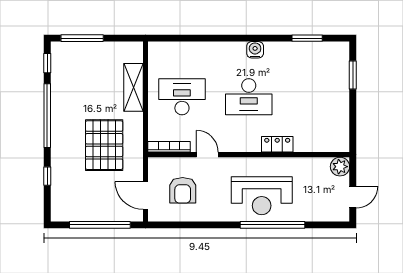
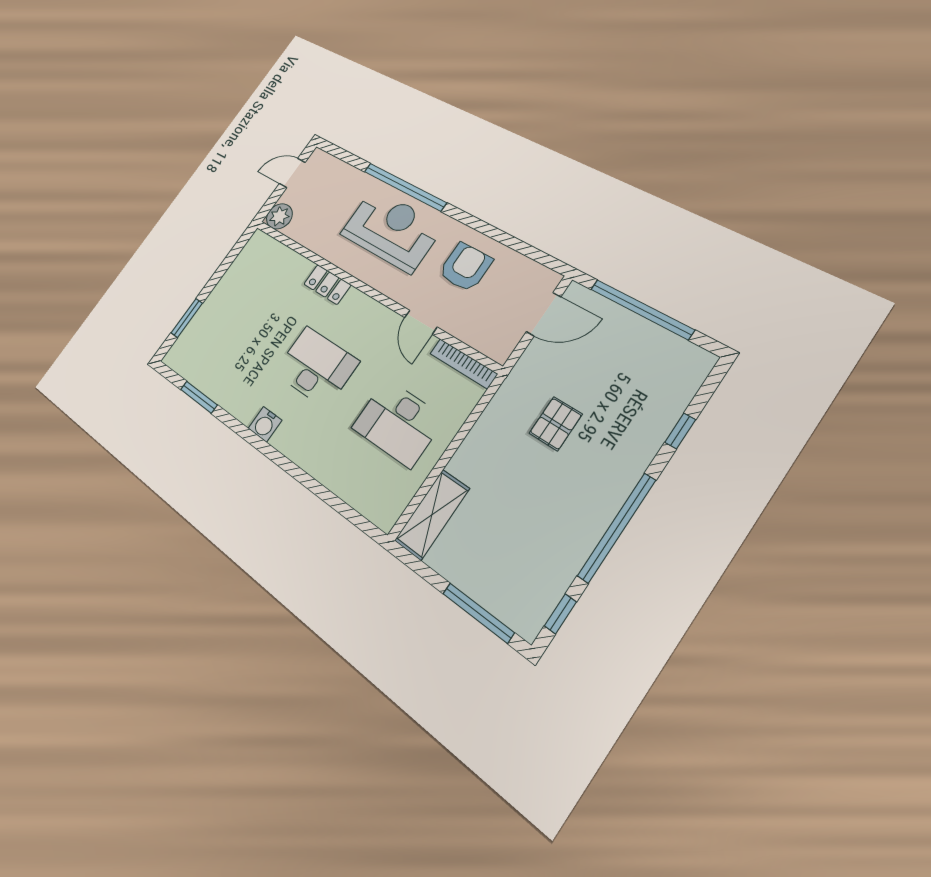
shelving: (133, 87) -> (432, 515), moved
pallet: (104, 145) -> (556, 424), width x0.49, depth x0.50
armchair: (183, 190) -> (465, 267), moved
door: (146, 196) -> (544, 314), hinge flipped

